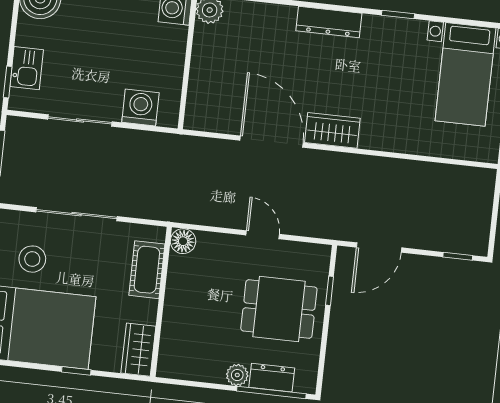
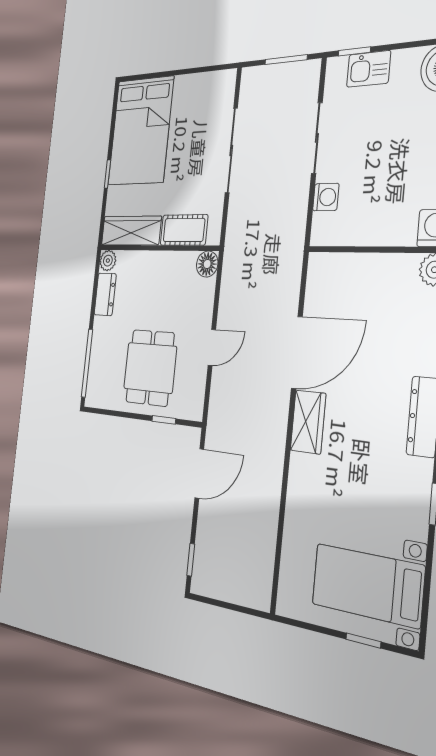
washing machine: (140, 108) -> (326, 197), width x0.73, depth x0.73
door: (379, 248) -> (199, 473), swing flipped
stool: (32, 259) -> (194, 114), removed
wardrobe: (138, 350) -> (131, 231), width x1.50
plant: (237, 375) -> (108, 261), moved
dresser: (272, 378) -> (105, 294), moved

